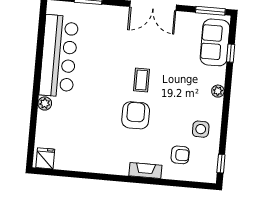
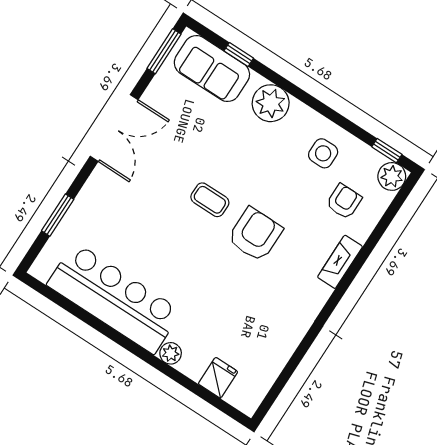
plant: (218, 91) -> (271, 103), width x1.87, depth x1.87
armchair: (136, 115) -> (255, 234), turned 90
fridge: (45, 158) -> (218, 378), moved, turned 90
plant: (208, 174) -> (392, 176), added

